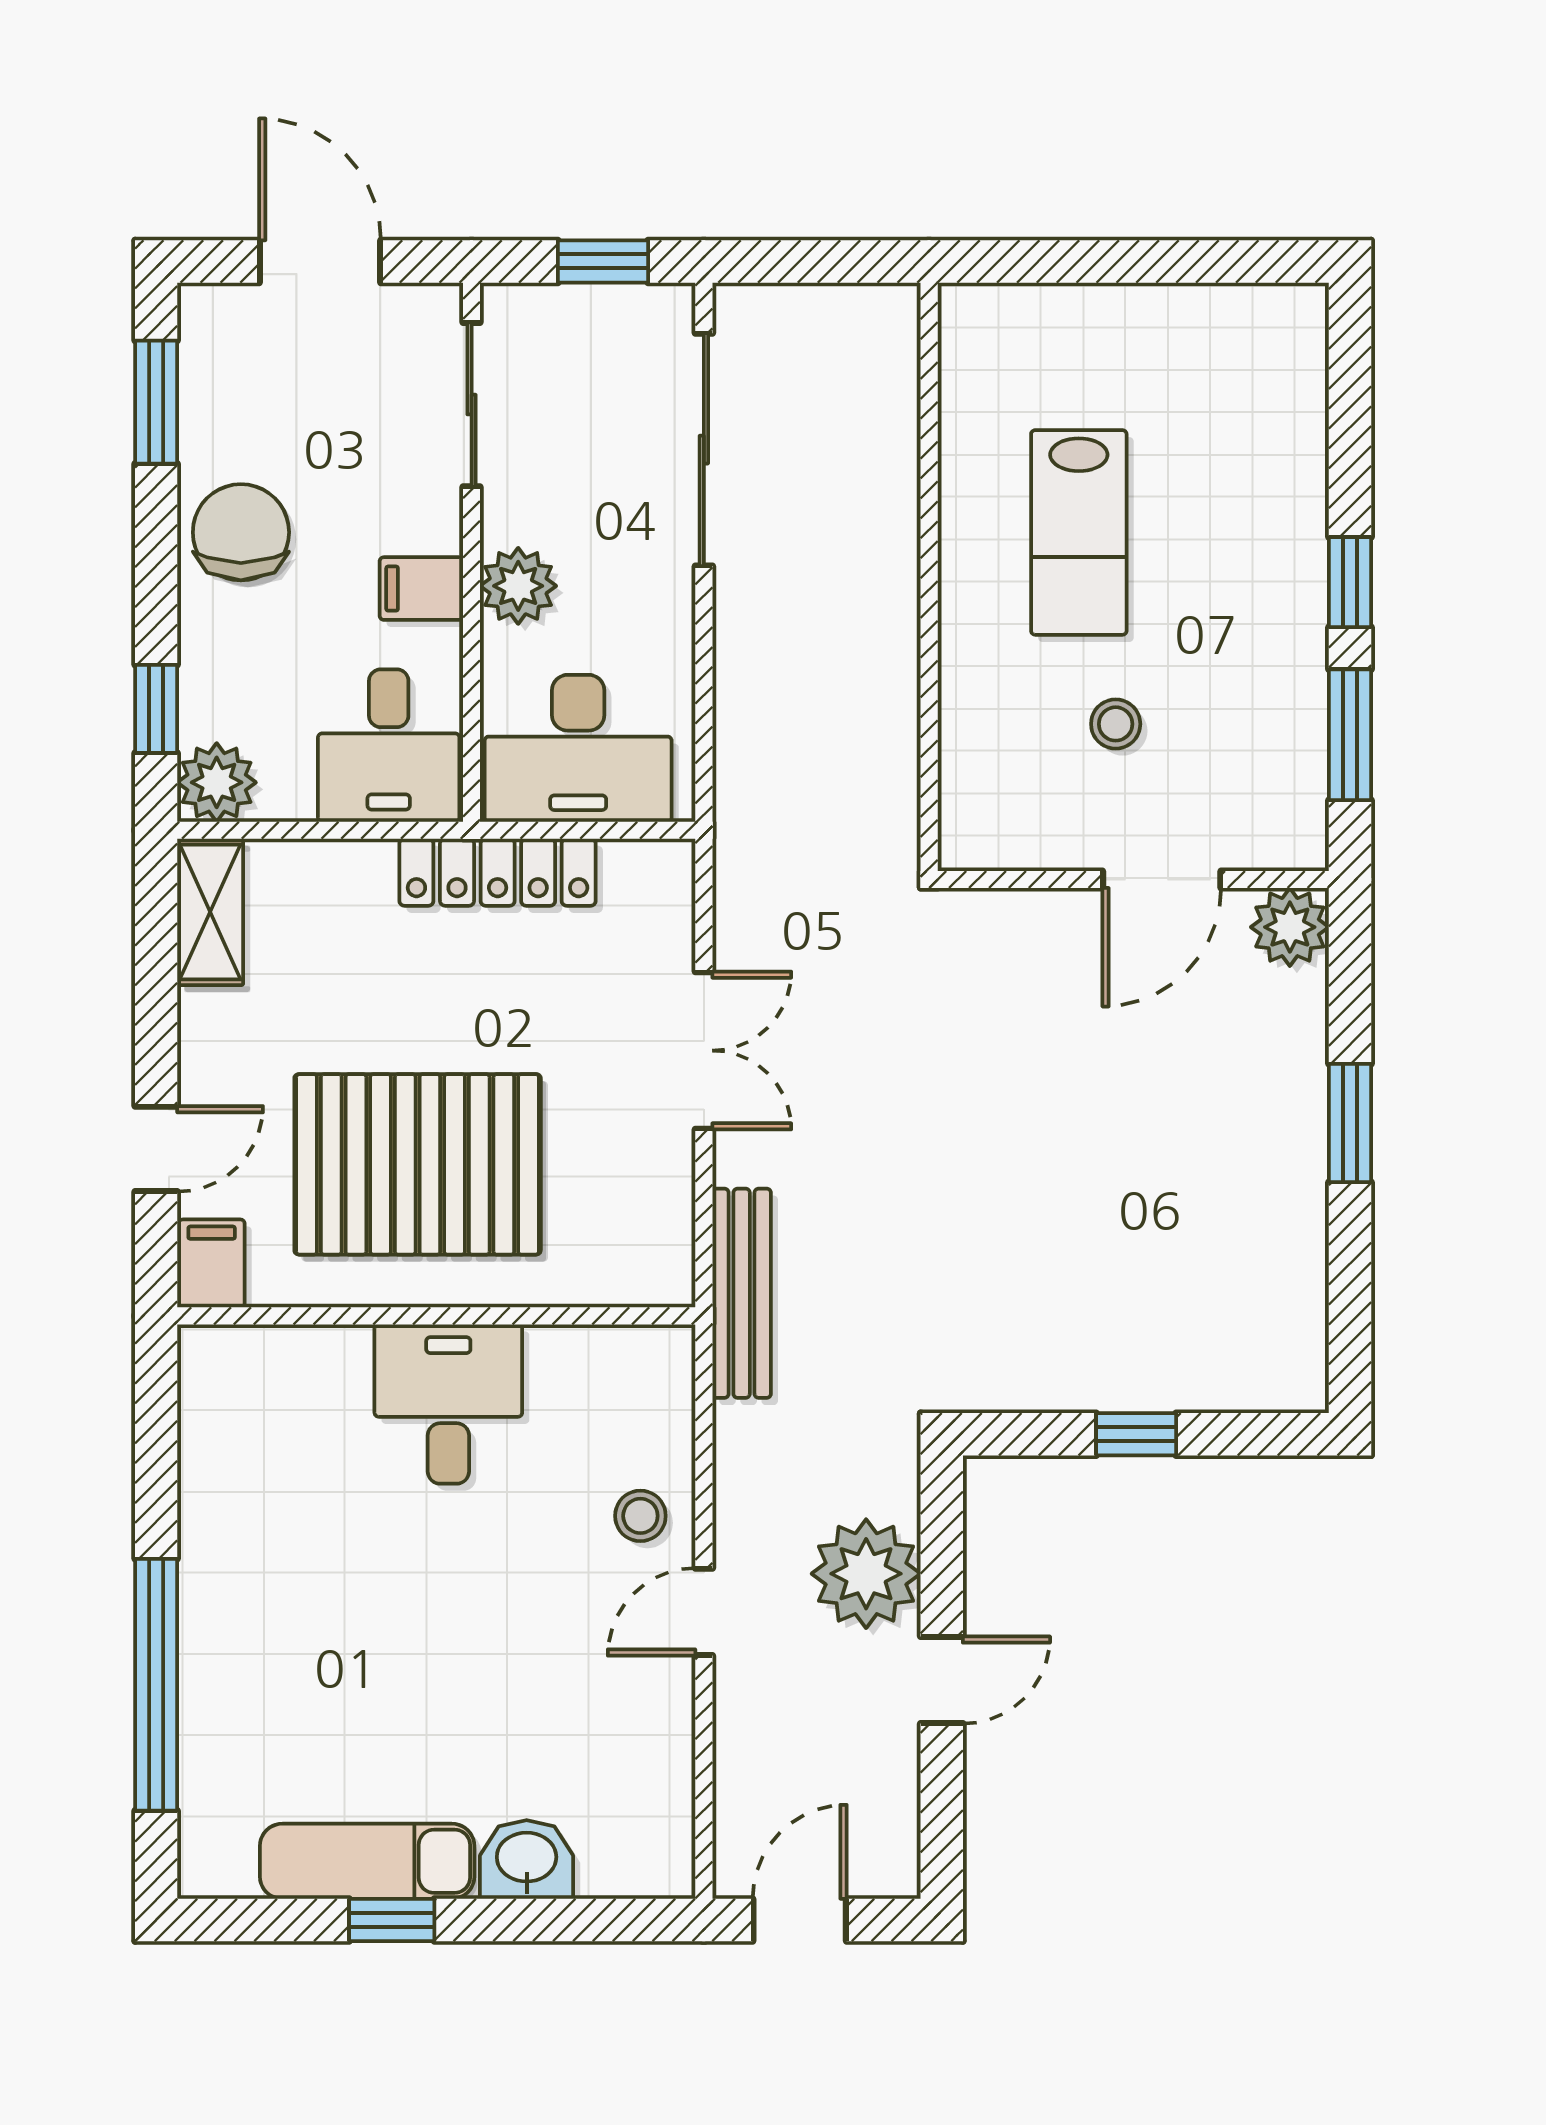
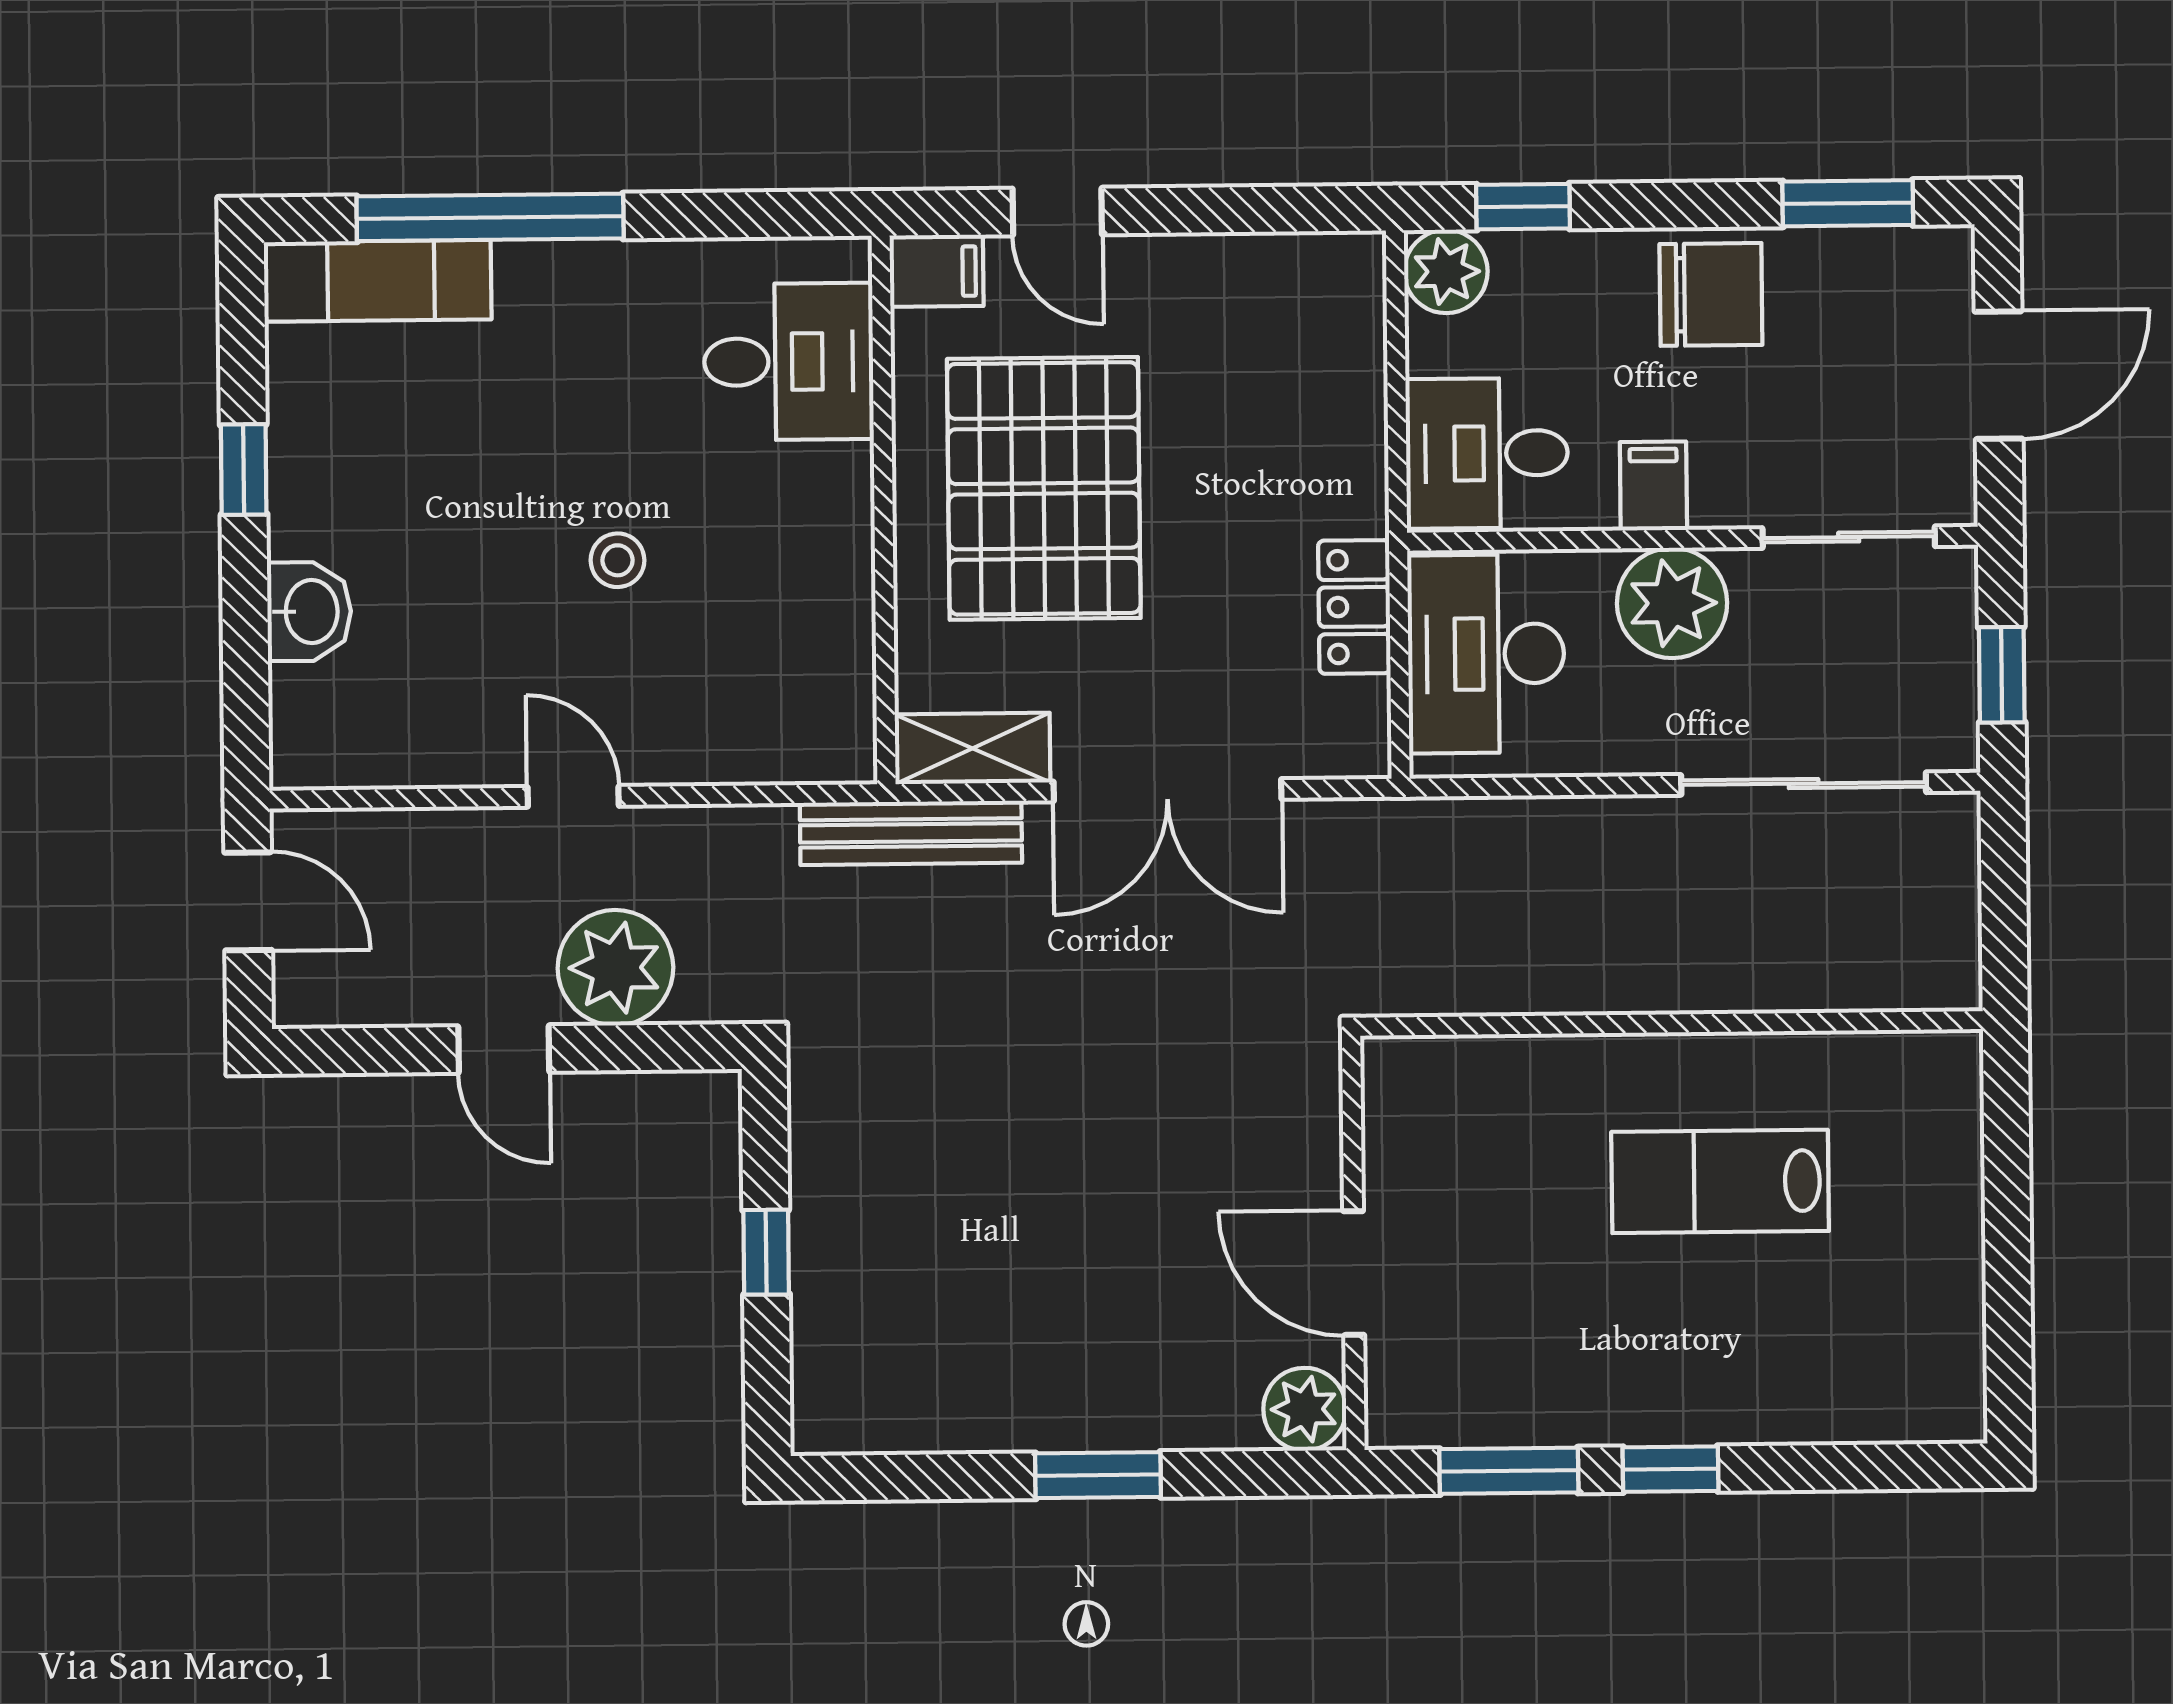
plant: (518, 586) -> (1672, 603), width x1.36, depth x1.36
stool: (1116, 724) -> (1518, 1223), removed
locker: (498, 872) -> (1354, 607), width x0.66
shelving: (210, 912) -> (973, 748), moved
double door: (704, 1051) -> (1167, 790), width x1.37
desk: (448, 1404) -> (789, 362), moved
stool: (640, 1516) -> (617, 560), moved
exam couch: (367, 1861) -> (378, 281), moved, turned 90

